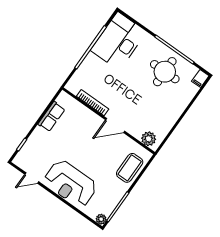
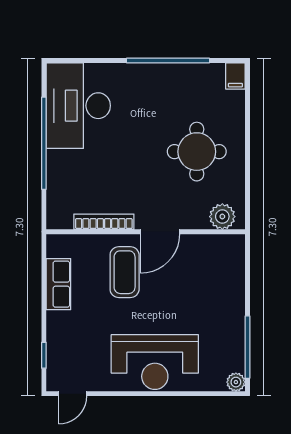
round table: (165, 72) -> (197, 152), moved
coffee table: (130, 168) -> (125, 272), moved
door: (32, 178) -> (73, 394), moved

